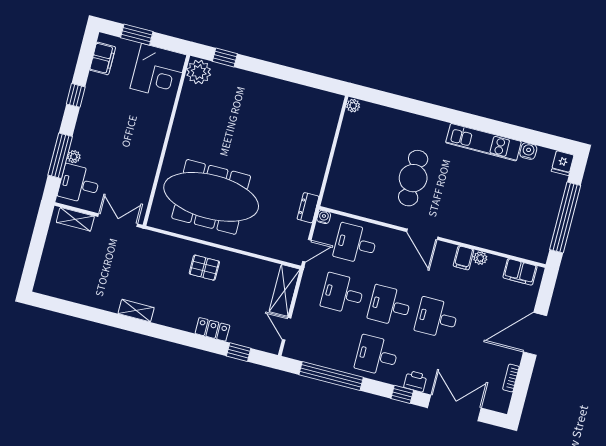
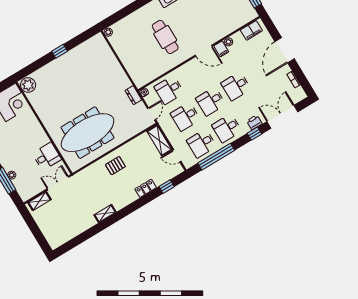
window: (225, 57) -> (60, 51), moved
desk: (79, 184) -> (47, 156), moved, turned 180
door: (422, 234) -> (204, 51), moved
desk: (330, 343) -> (202, 143), added

